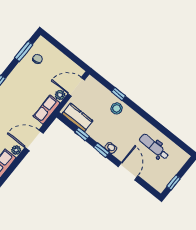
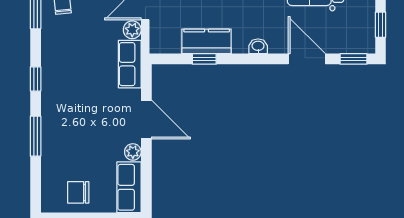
kitchen counter: (77, 117) -> (207, 41), moved
door: (34, 140) -> (146, 120), swing flipped
window: (102, 150) -> (354, 59), moved

